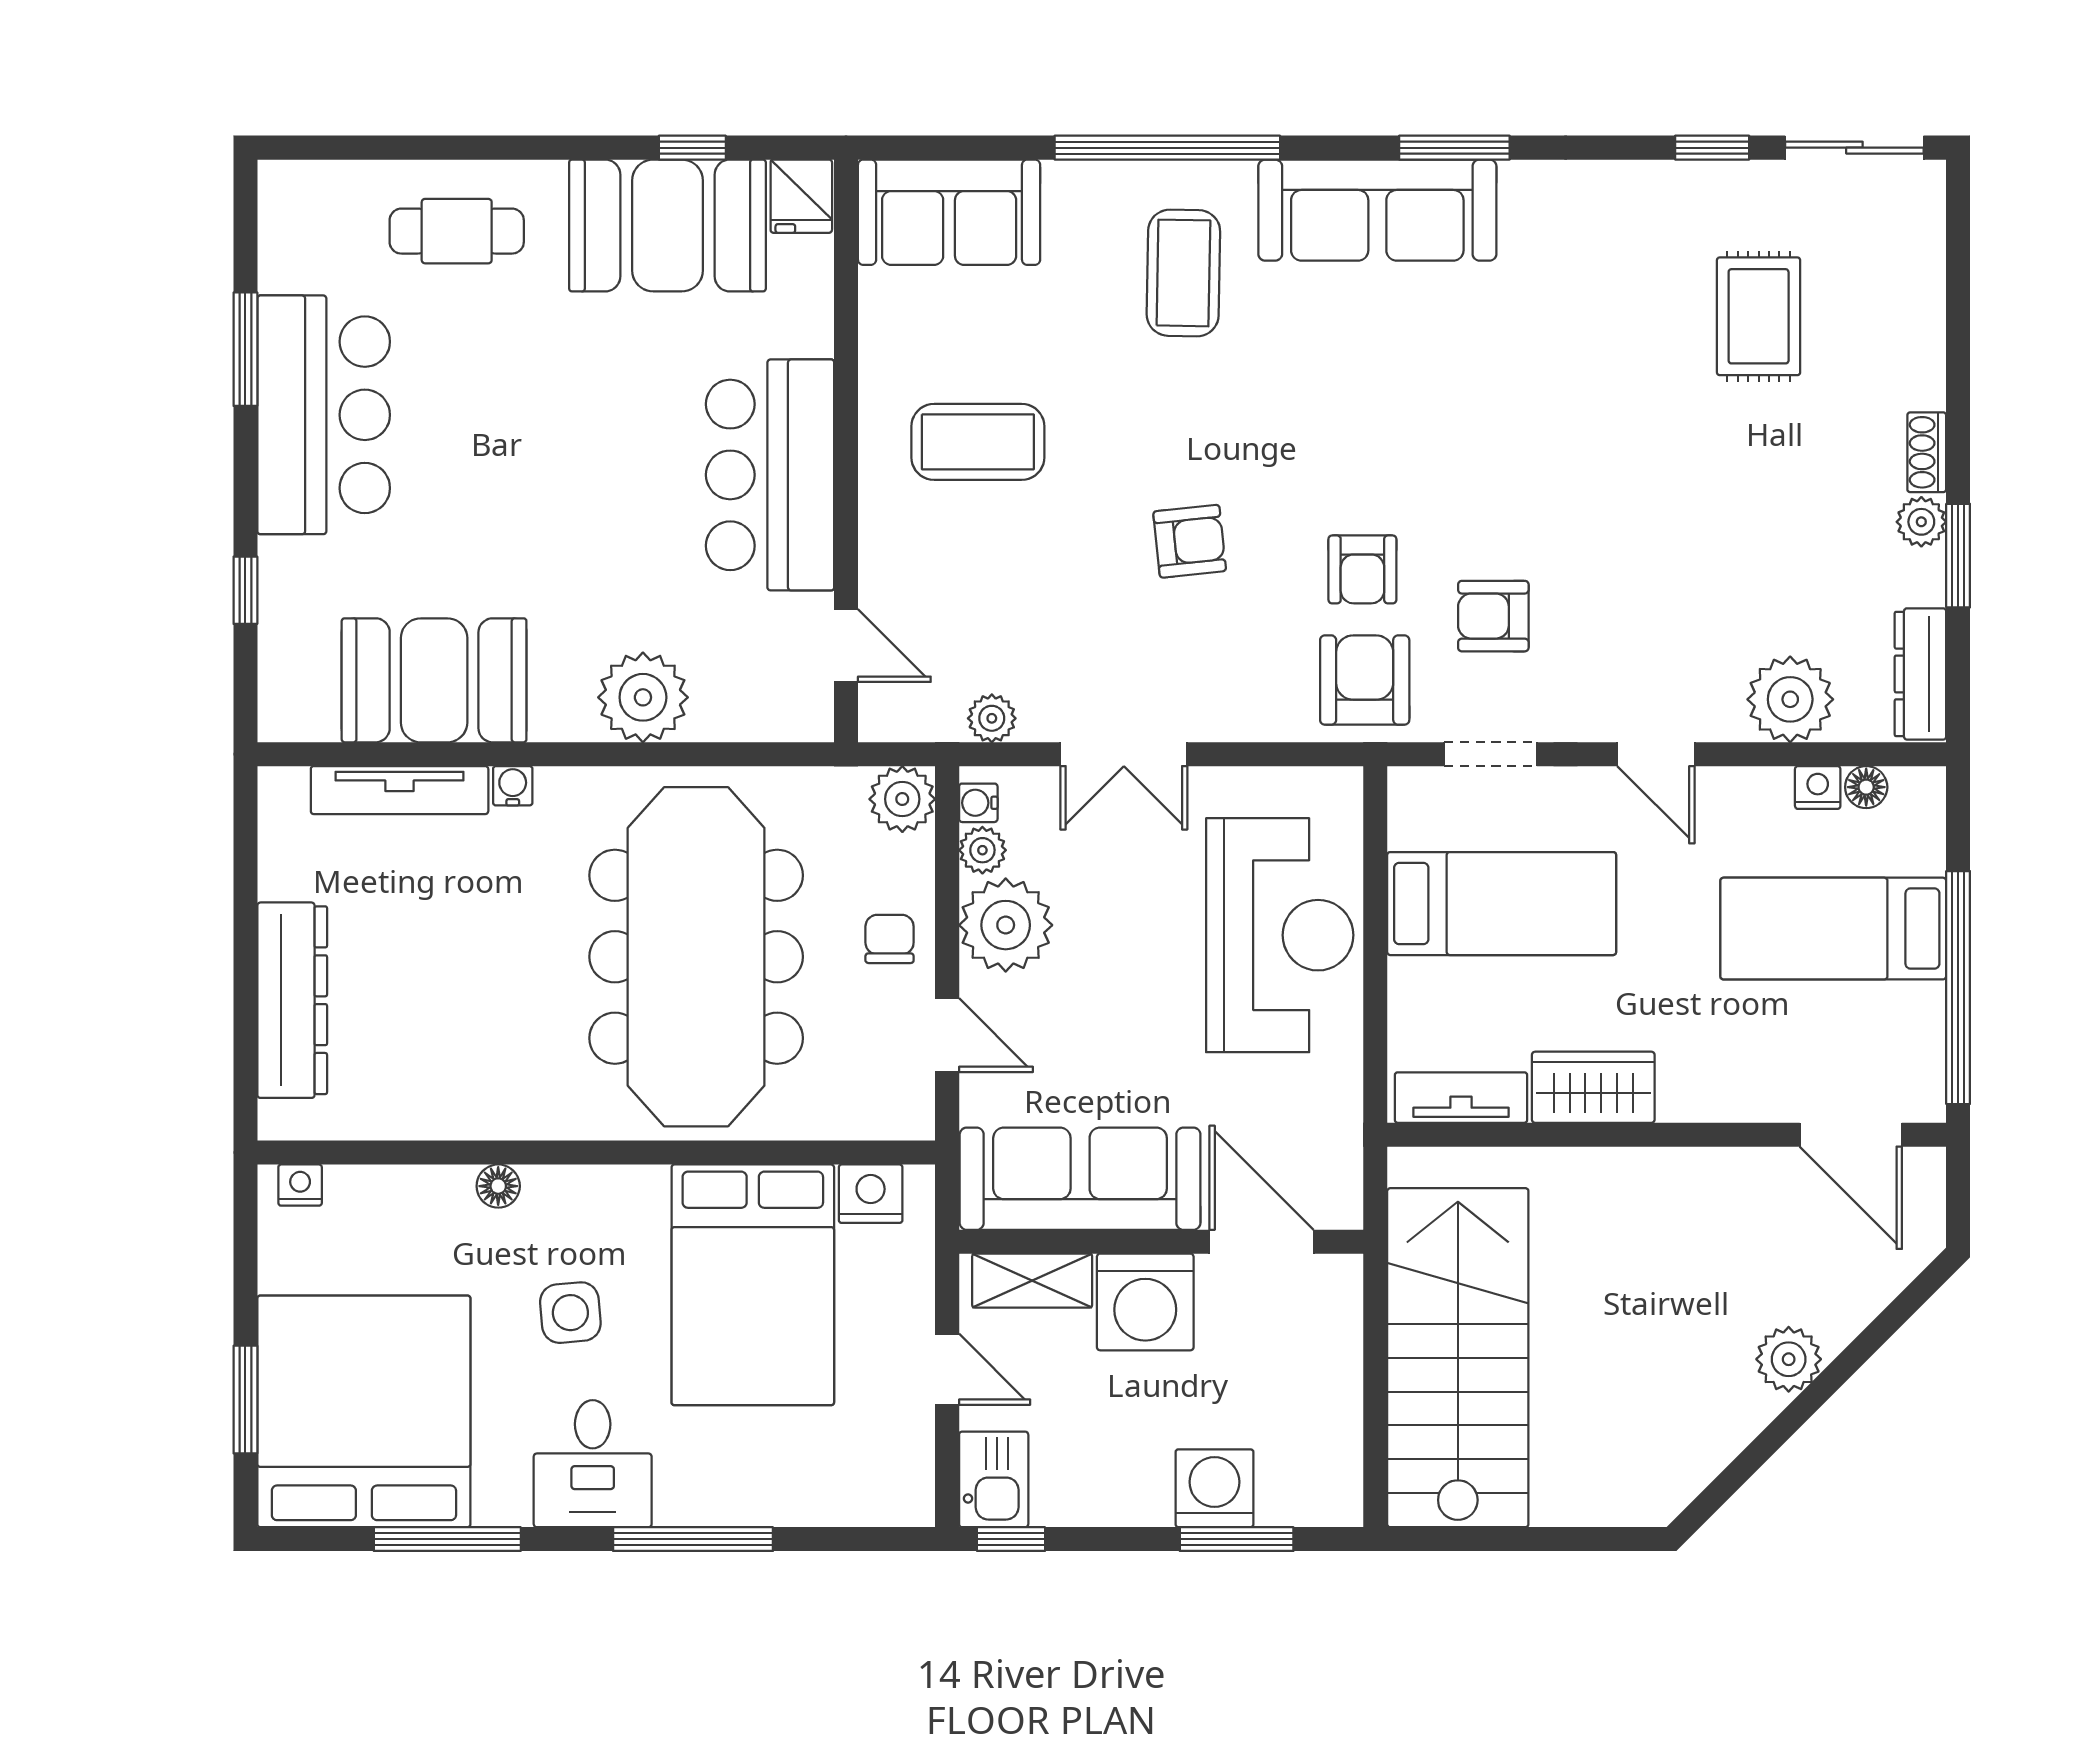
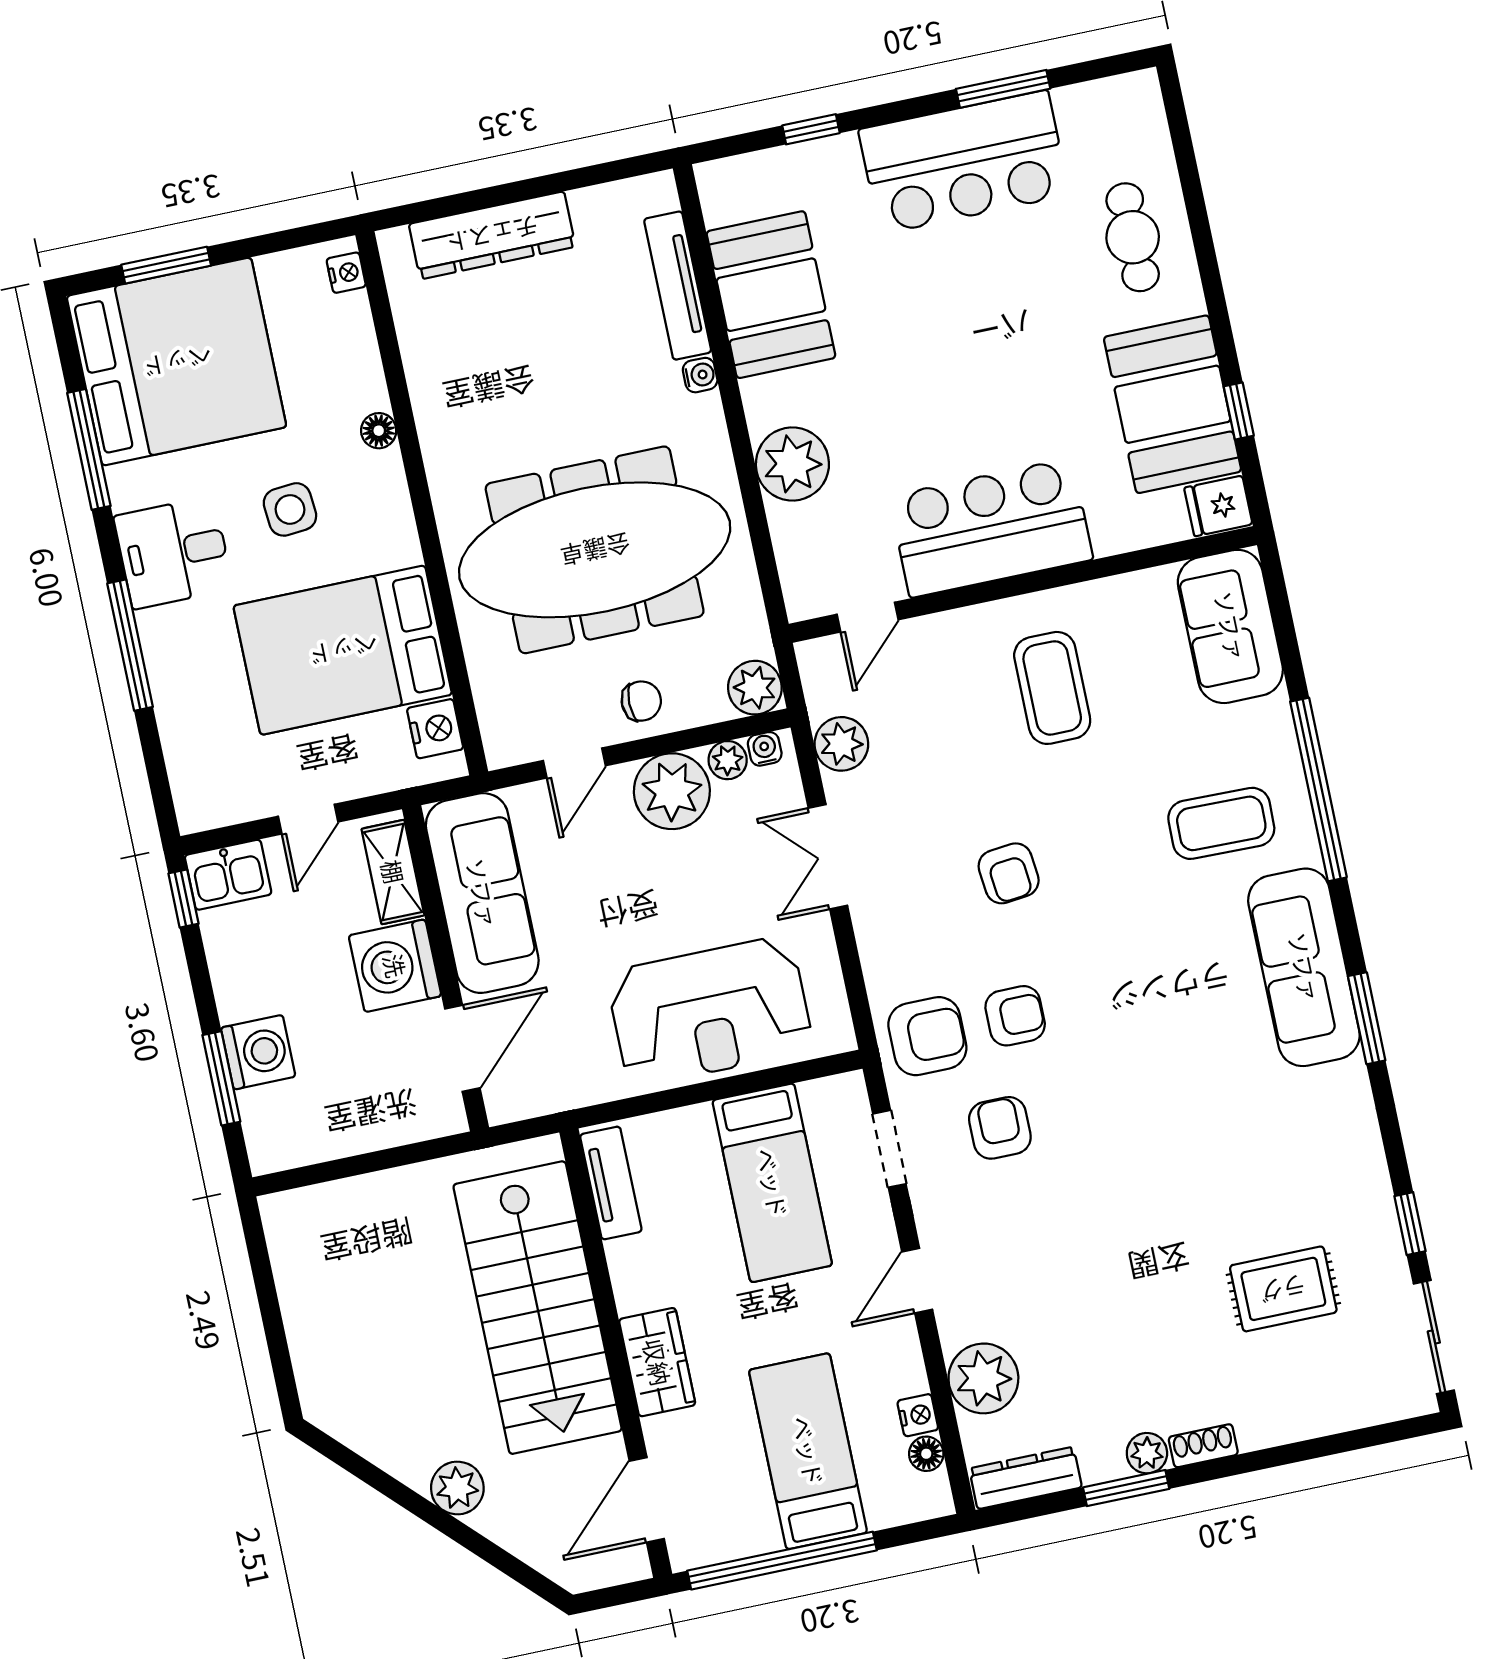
armchair: (1362, 569) -> (1015, 1016), turned 180
plant: (992, 718) -> (841, 744), width x1.38, depth x1.38
wardrobe: (1593, 1087) -> (657, 1362), moved
stairs: (1458, 1358) -> (538, 1308), moved, turned 90

